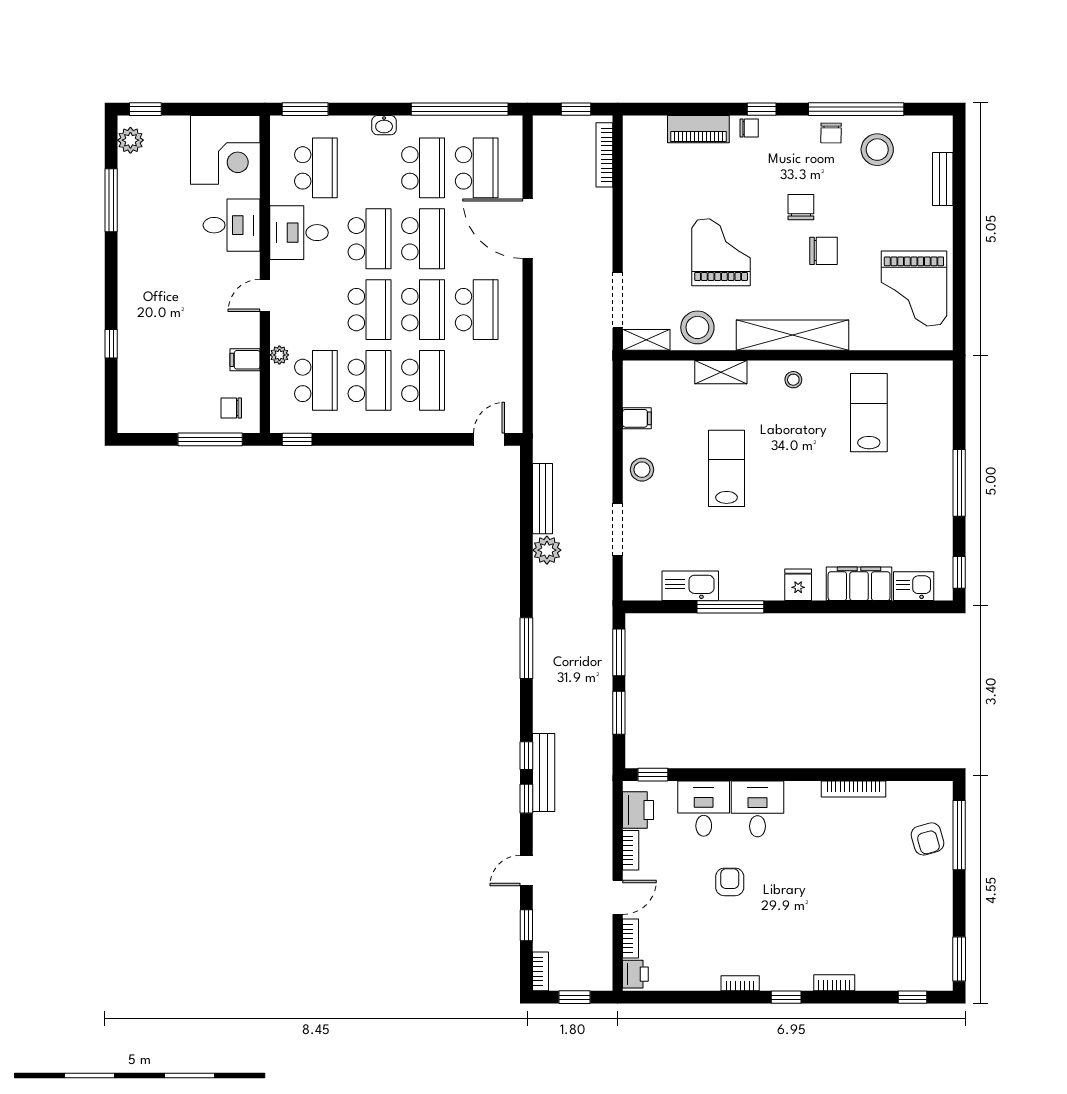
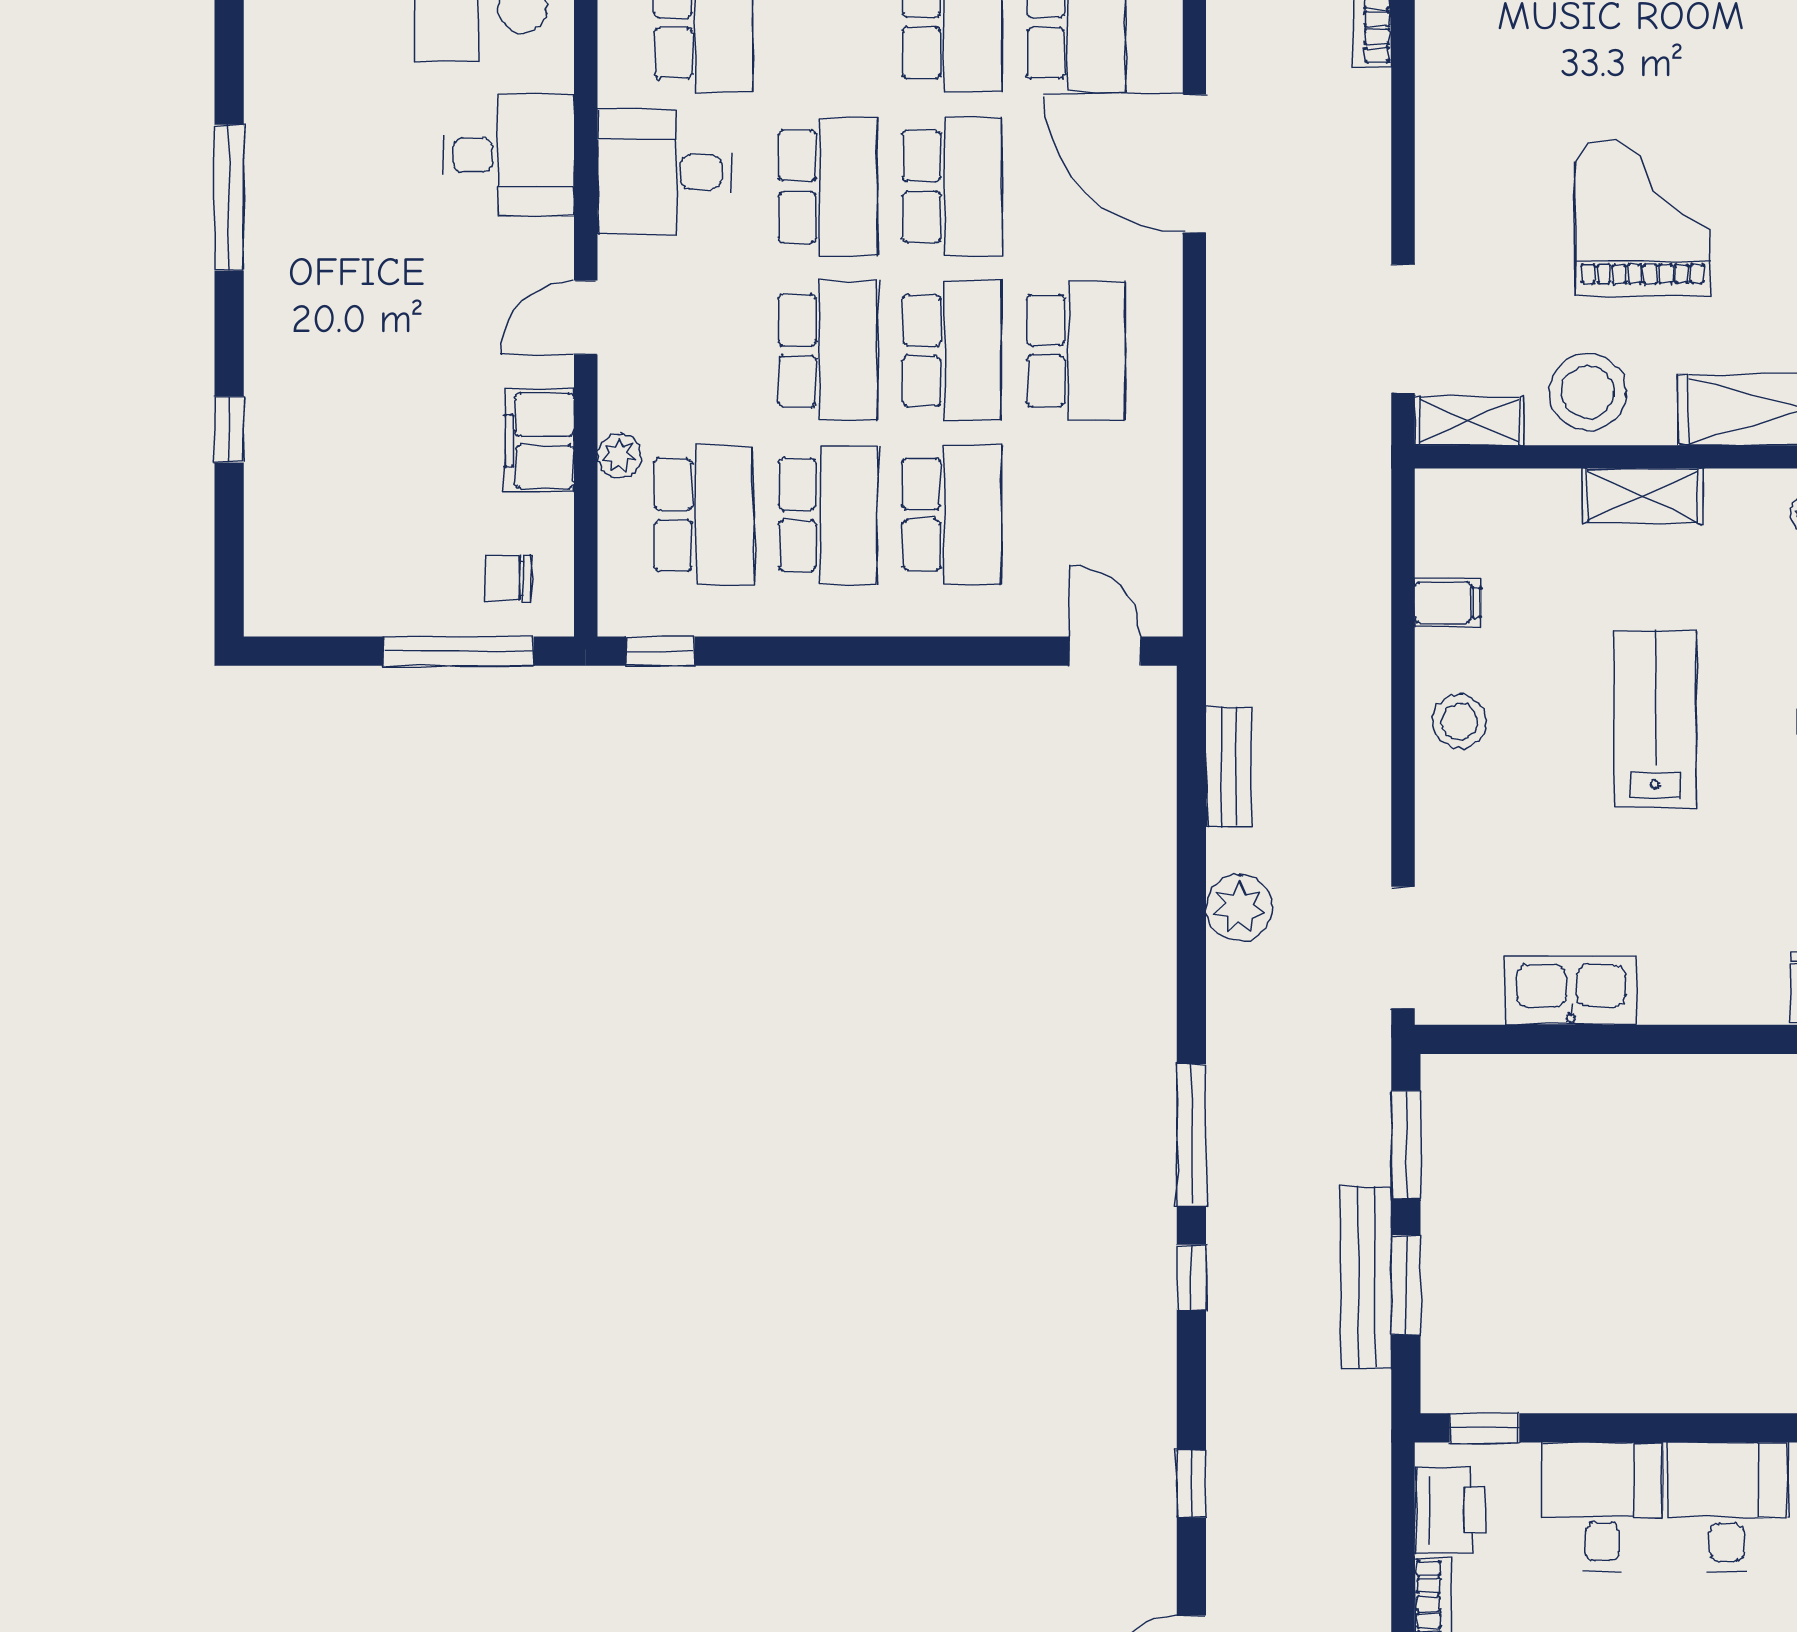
window: (111, 200) -> (229, 198), moved
filing cabinet: (245, 360) -> (540, 441), width x2.00
door: (489, 439) -> (1105, 651), hinge flipped
bench: (542, 499) -> (1229, 767), width x0.73
doorway: (618, 529) -> (1403, 948), moved
window: (730, 607) -> (1664, 1039), removed
window: (526, 756) -> (1191, 1277), moved
bench: (544, 772) -> (1366, 1277), moved

